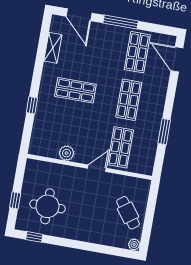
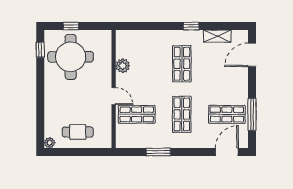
window: (121, 22) -> (252, 114), moved
shop shelf: (129, 100) -> (182, 114), turned 90
window: (32, 105) -> (191, 26), moved
round table: (47, 206) -> (71, 57), width x1.36, depth x1.36
cafe table: (128, 213) -> (78, 132), turned 36

